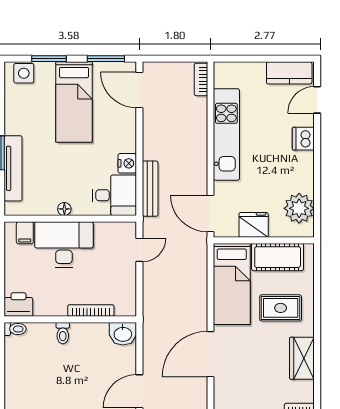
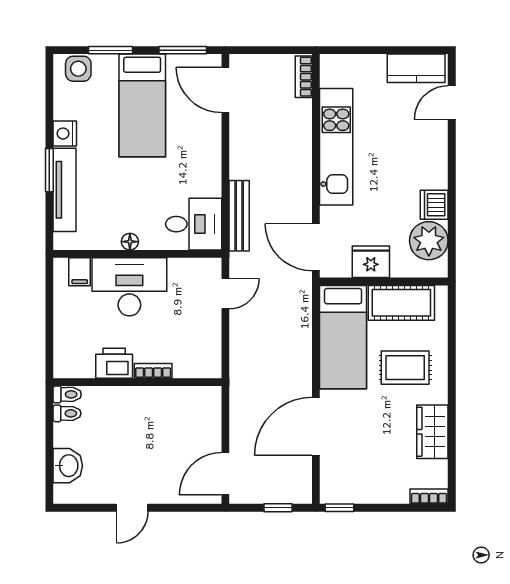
dishwasher: (303, 139) -> (434, 205), moved
nightstand: (127, 163) -> (65, 134), moved, turned 180
printer: (18, 305) -> (114, 363), moved
bookcase: (91, 310) -> (153, 371), width x0.64
toilet: (63, 333) -> (67, 413), moved, turned -90
washbasin: (123, 334) -> (68, 466), moved, turned -90

